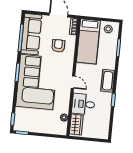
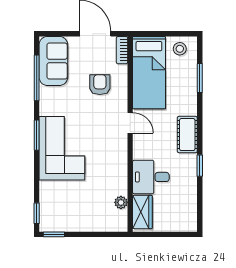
sofa: (31, 34) -> (53, 61), width x0.73
corner sofa: (37, 82) -> (62, 148), width x0.73, depth x0.74
door: (73, 82) -> (130, 123), moved

